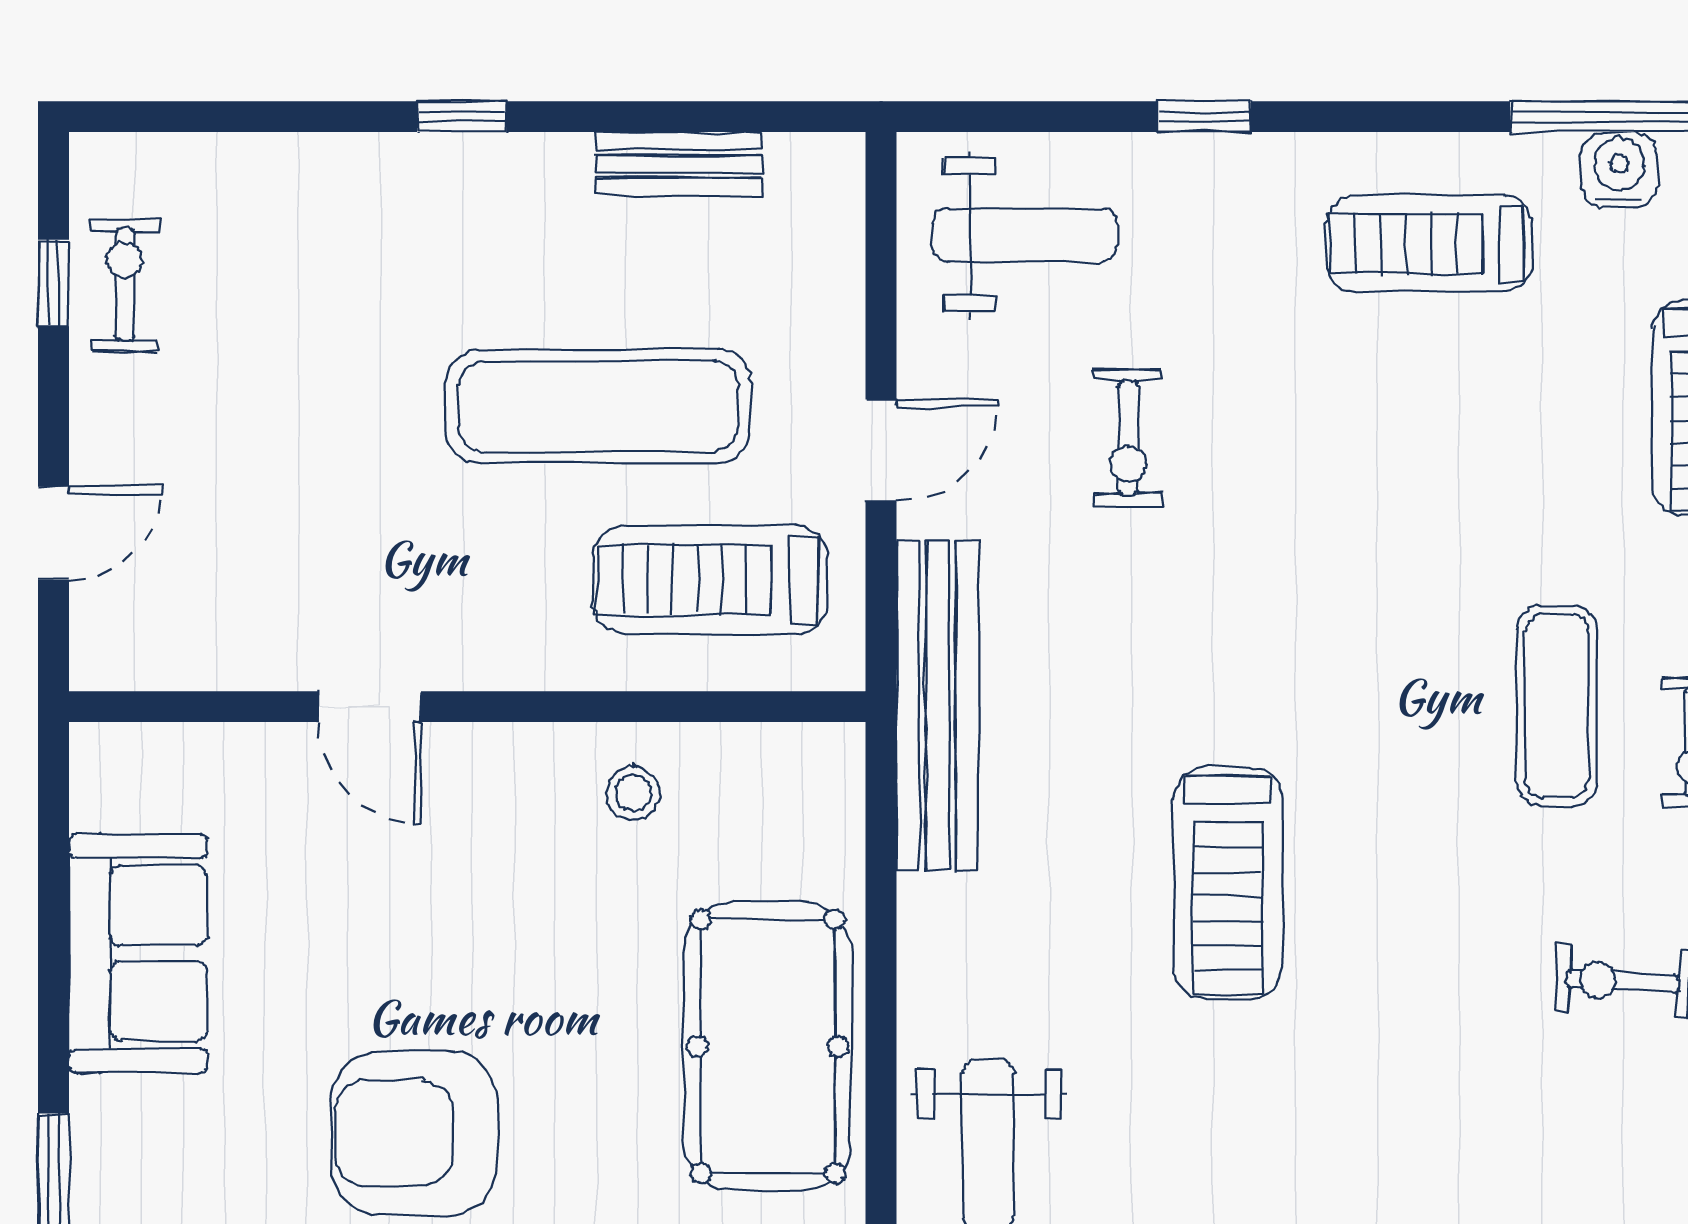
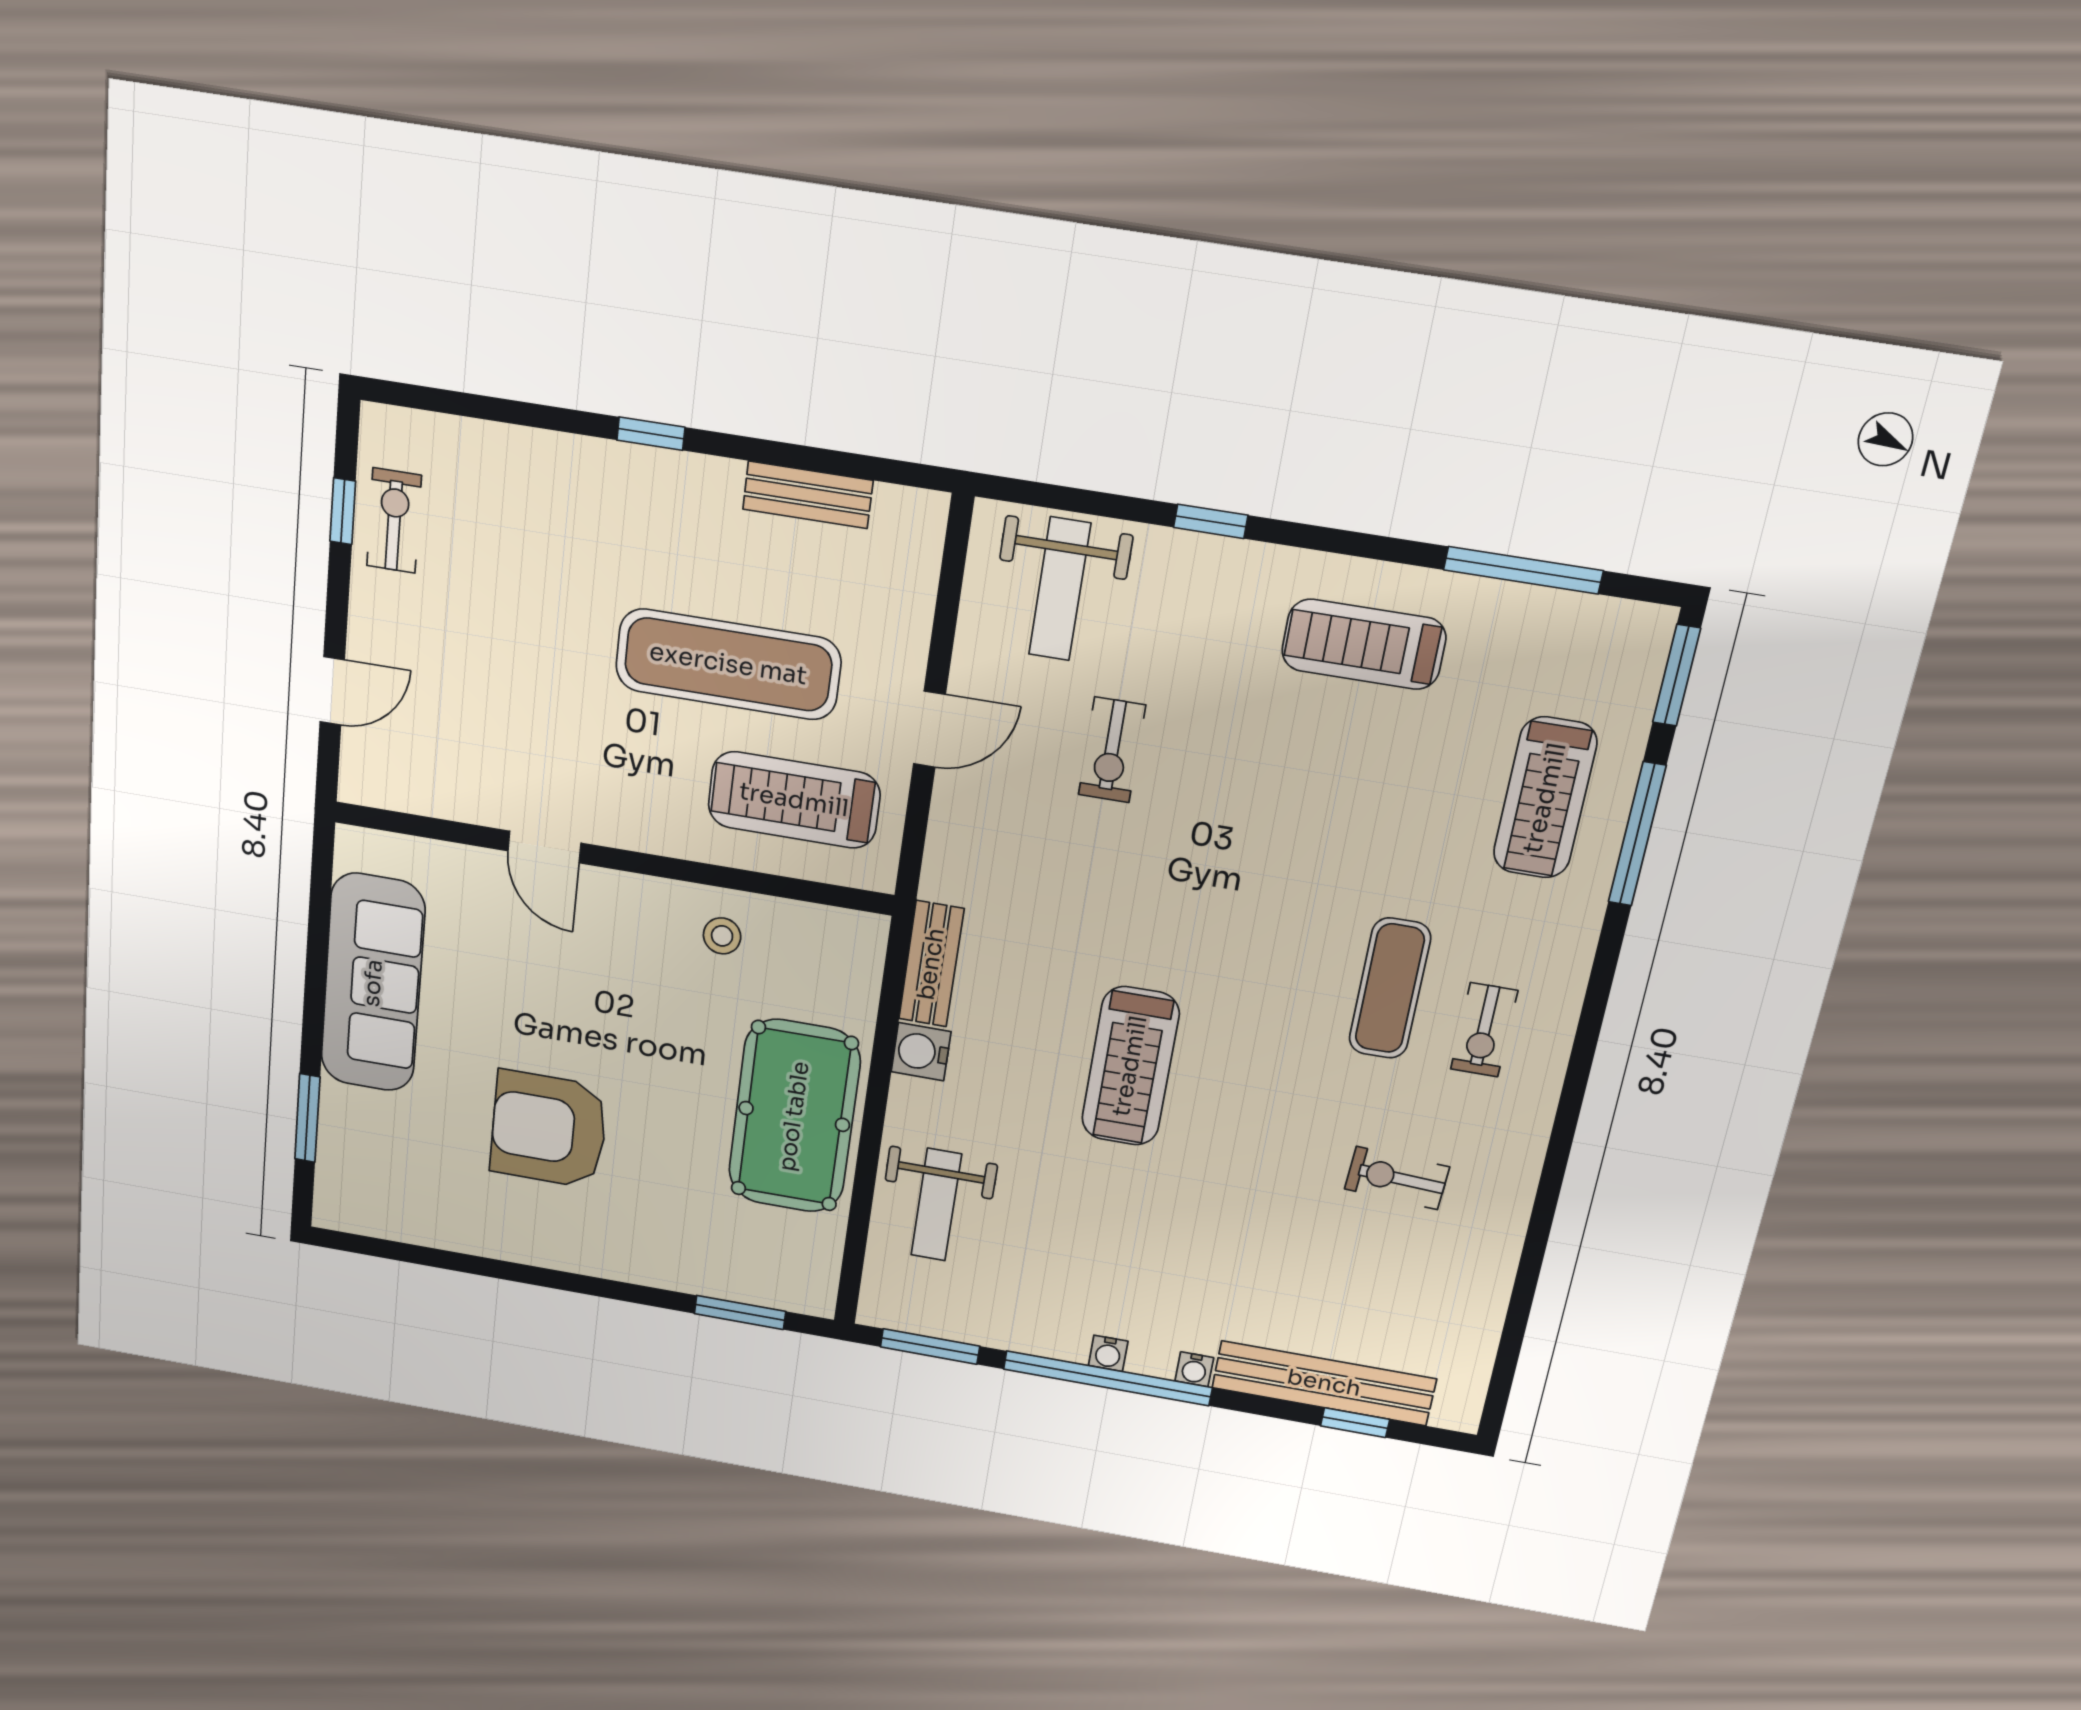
water cooler: (1619, 170) -> (921, 1052), moved, turned -90
weight bench: (1025, 235) -> (1060, 589), turned 90
bench: (937, 706) -> (931, 964), width x0.54, depth x0.82
sofa: (138, 953) -> (373, 983), width x1.36

